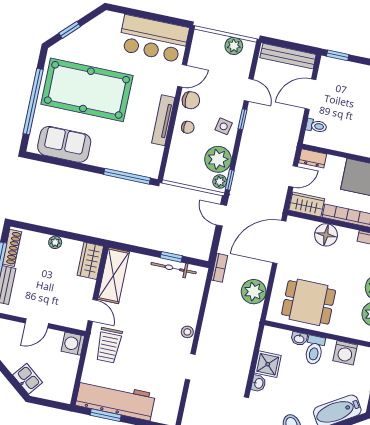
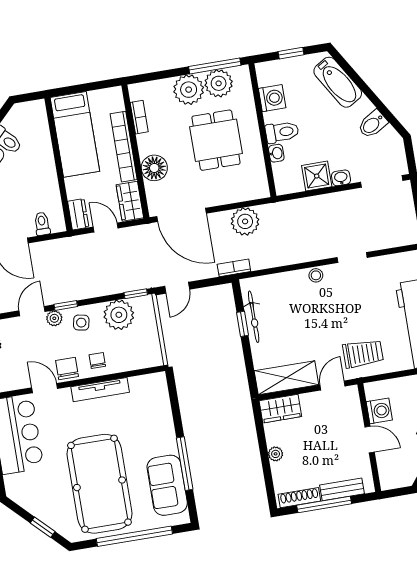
window: (127, 176) -> (185, 464), moved
plant: (220, 182) -> (54, 318), moved
dining table: (309, 302) -> (216, 140), moved
washing machine: (73, 344) -> (379, 411), moved, turned -90

